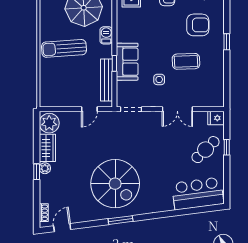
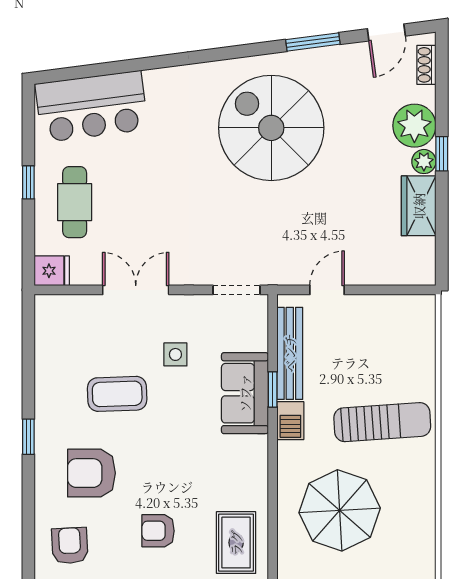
barbecue: (106, 35) -> (290, 421), moved
plant: (49, 123) -> (414, 126), moved
window: (227, 147) -> (28, 182), moved
cafe table: (206, 150) -> (75, 202), turned -46
window: (121, 220) -> (313, 42), moved

